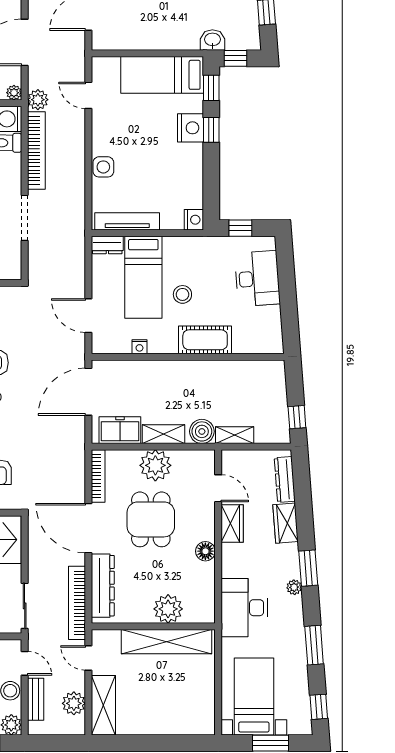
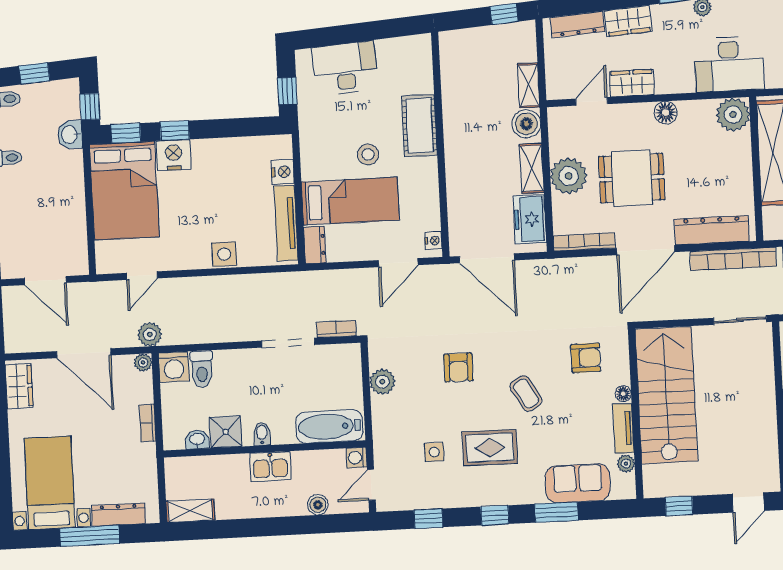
bed: (162, 75) -> (124, 191), width x1.50
bookcase: (36, 150) -> (336, 329), moved, width x0.43, depth x0.76
nightstand: (194, 220) -> (283, 172), moved, turned 90
nightstand: (139, 347) -> (433, 241), moved
plant: (168, 609) -> (733, 115), moved

